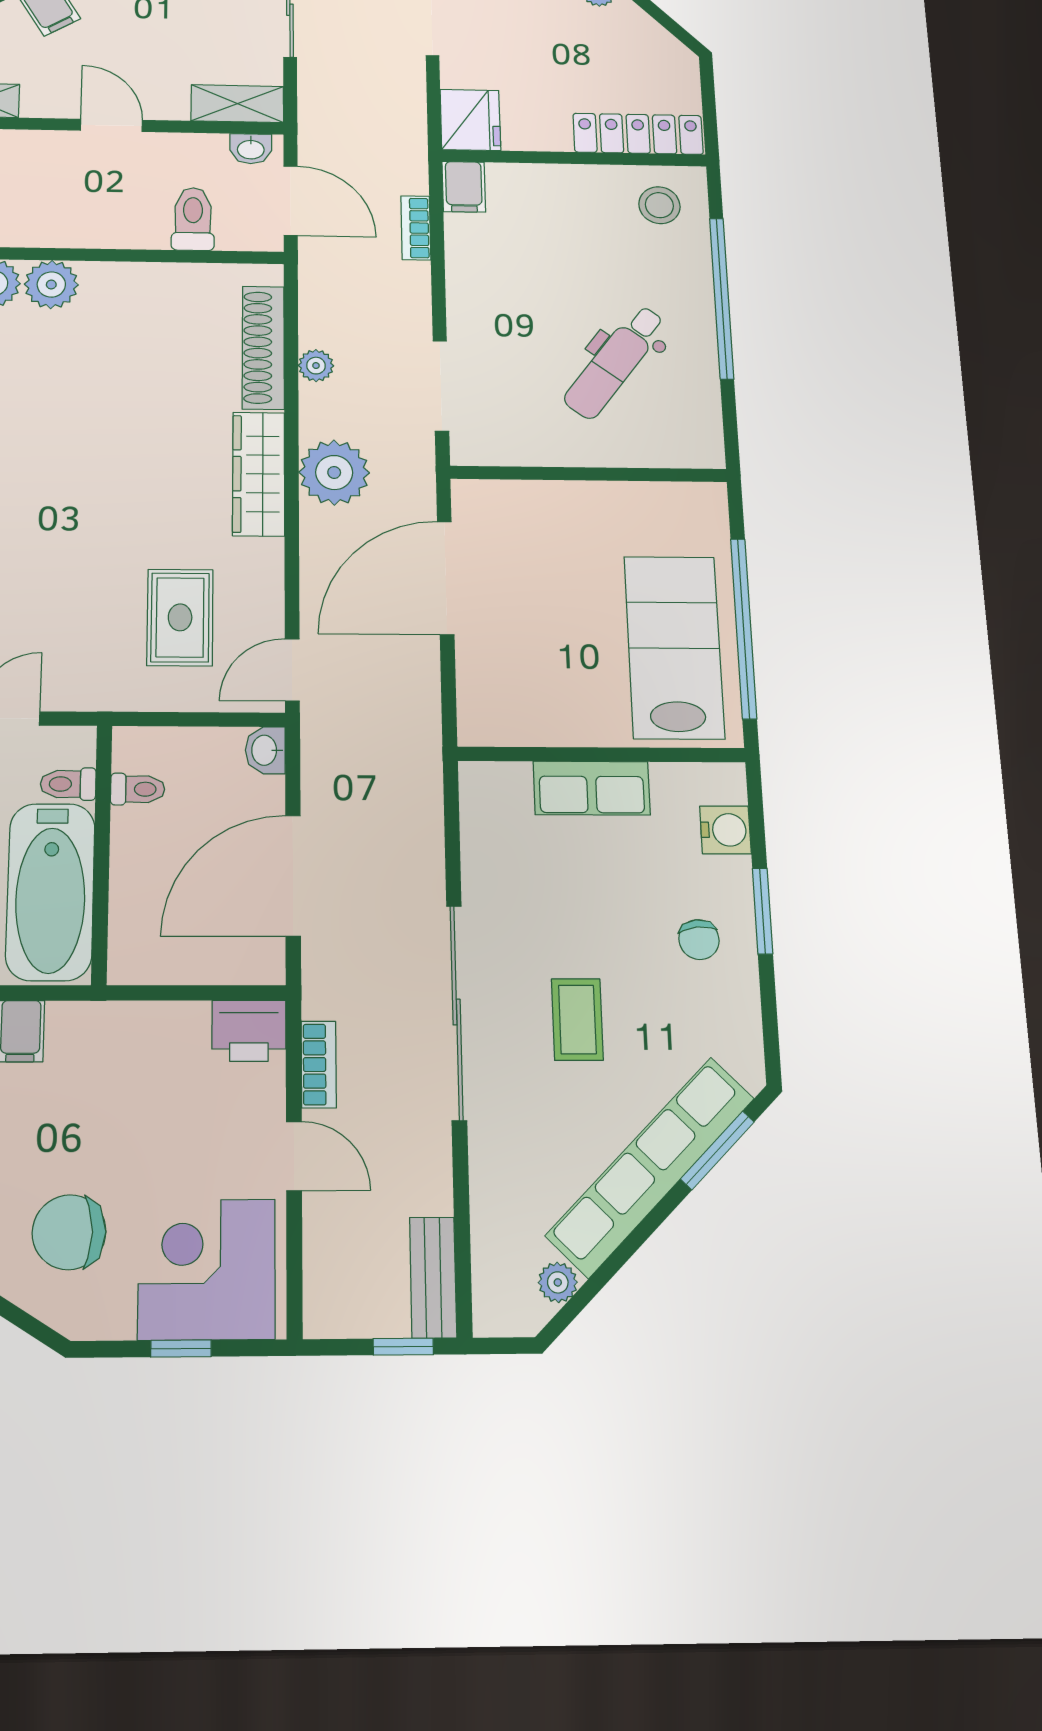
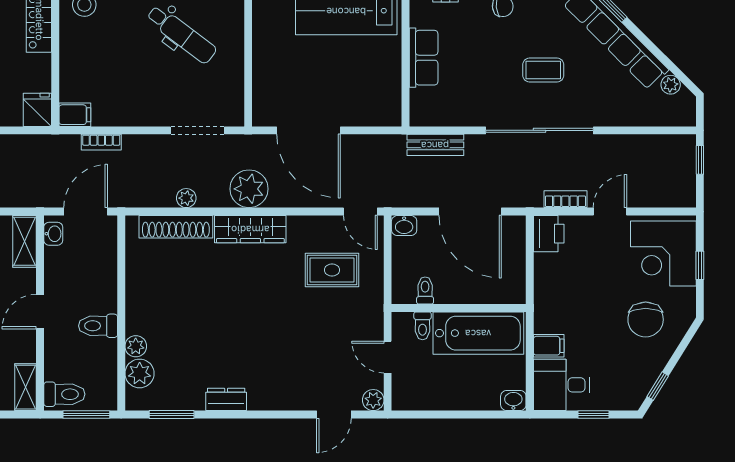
fridge: (470, 120) -> (37, 110), width x0.72
toilet: (193, 219) -> (98, 326), moved
plant: (51, 285) -> (136, 346), width x0.73, depth x0.73
bench: (433, 1277) -> (435, 145), moved

